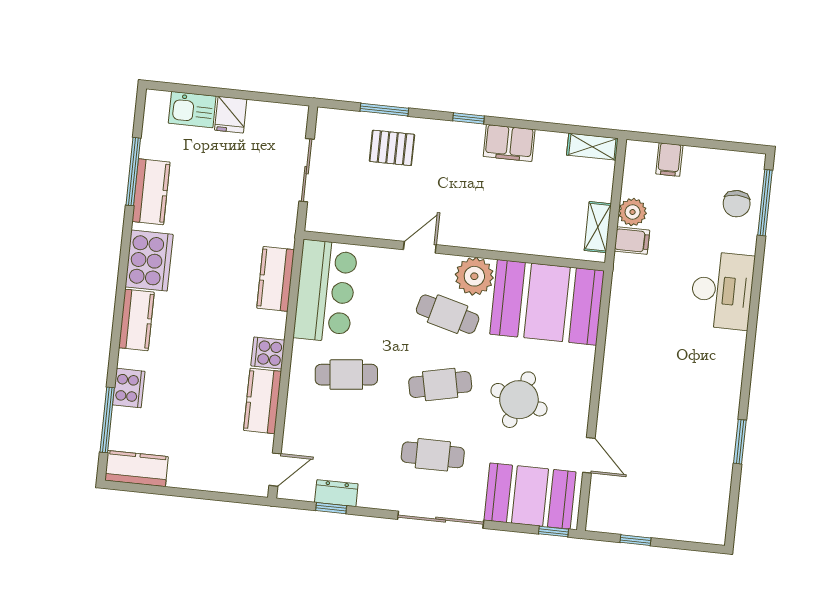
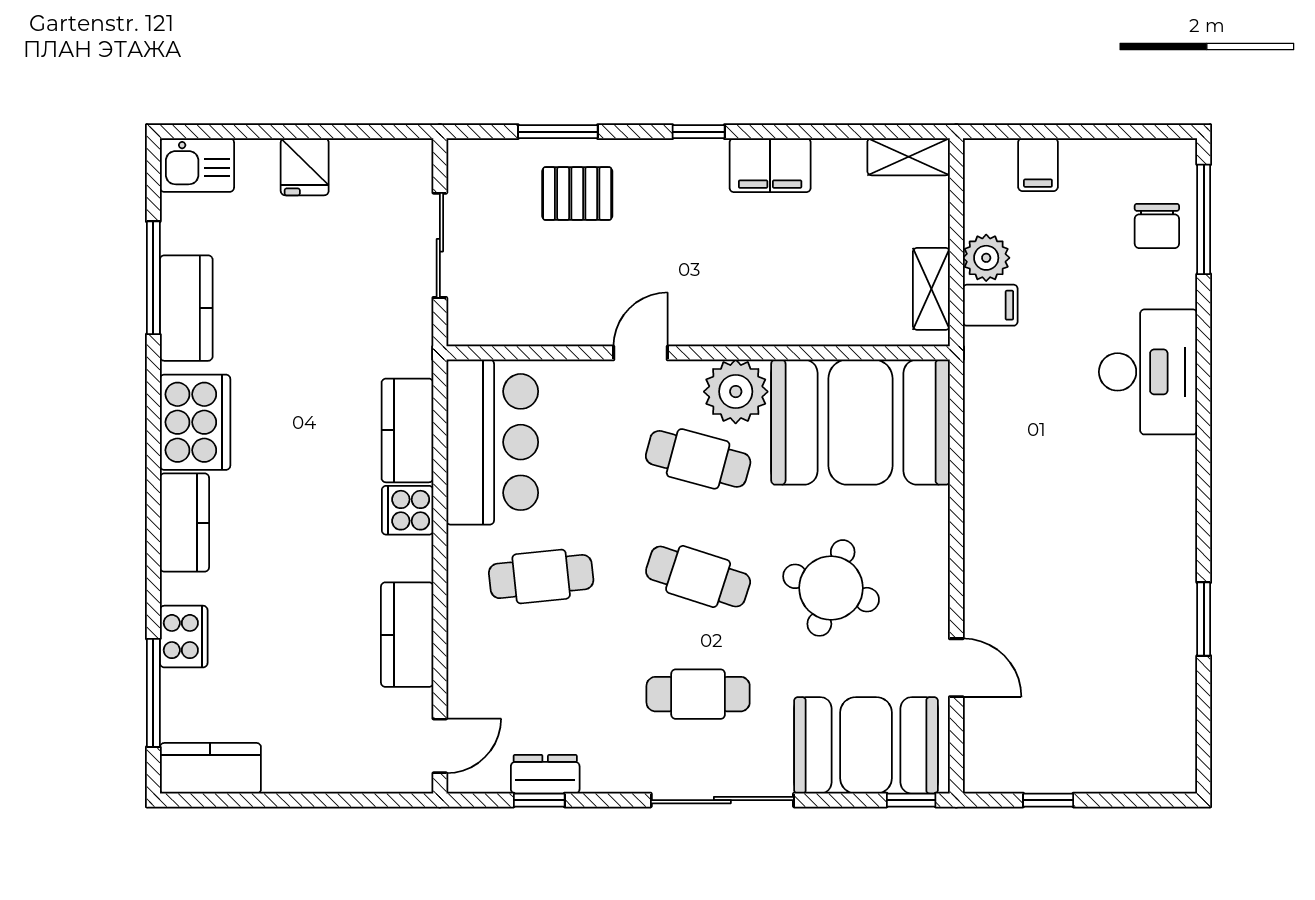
kitchen sink: (192, 110) -> (197, 165), moved
cooker: (268, 353) -> (408, 510), moved
cafe table: (440, 384) -> (698, 577), turned 30

